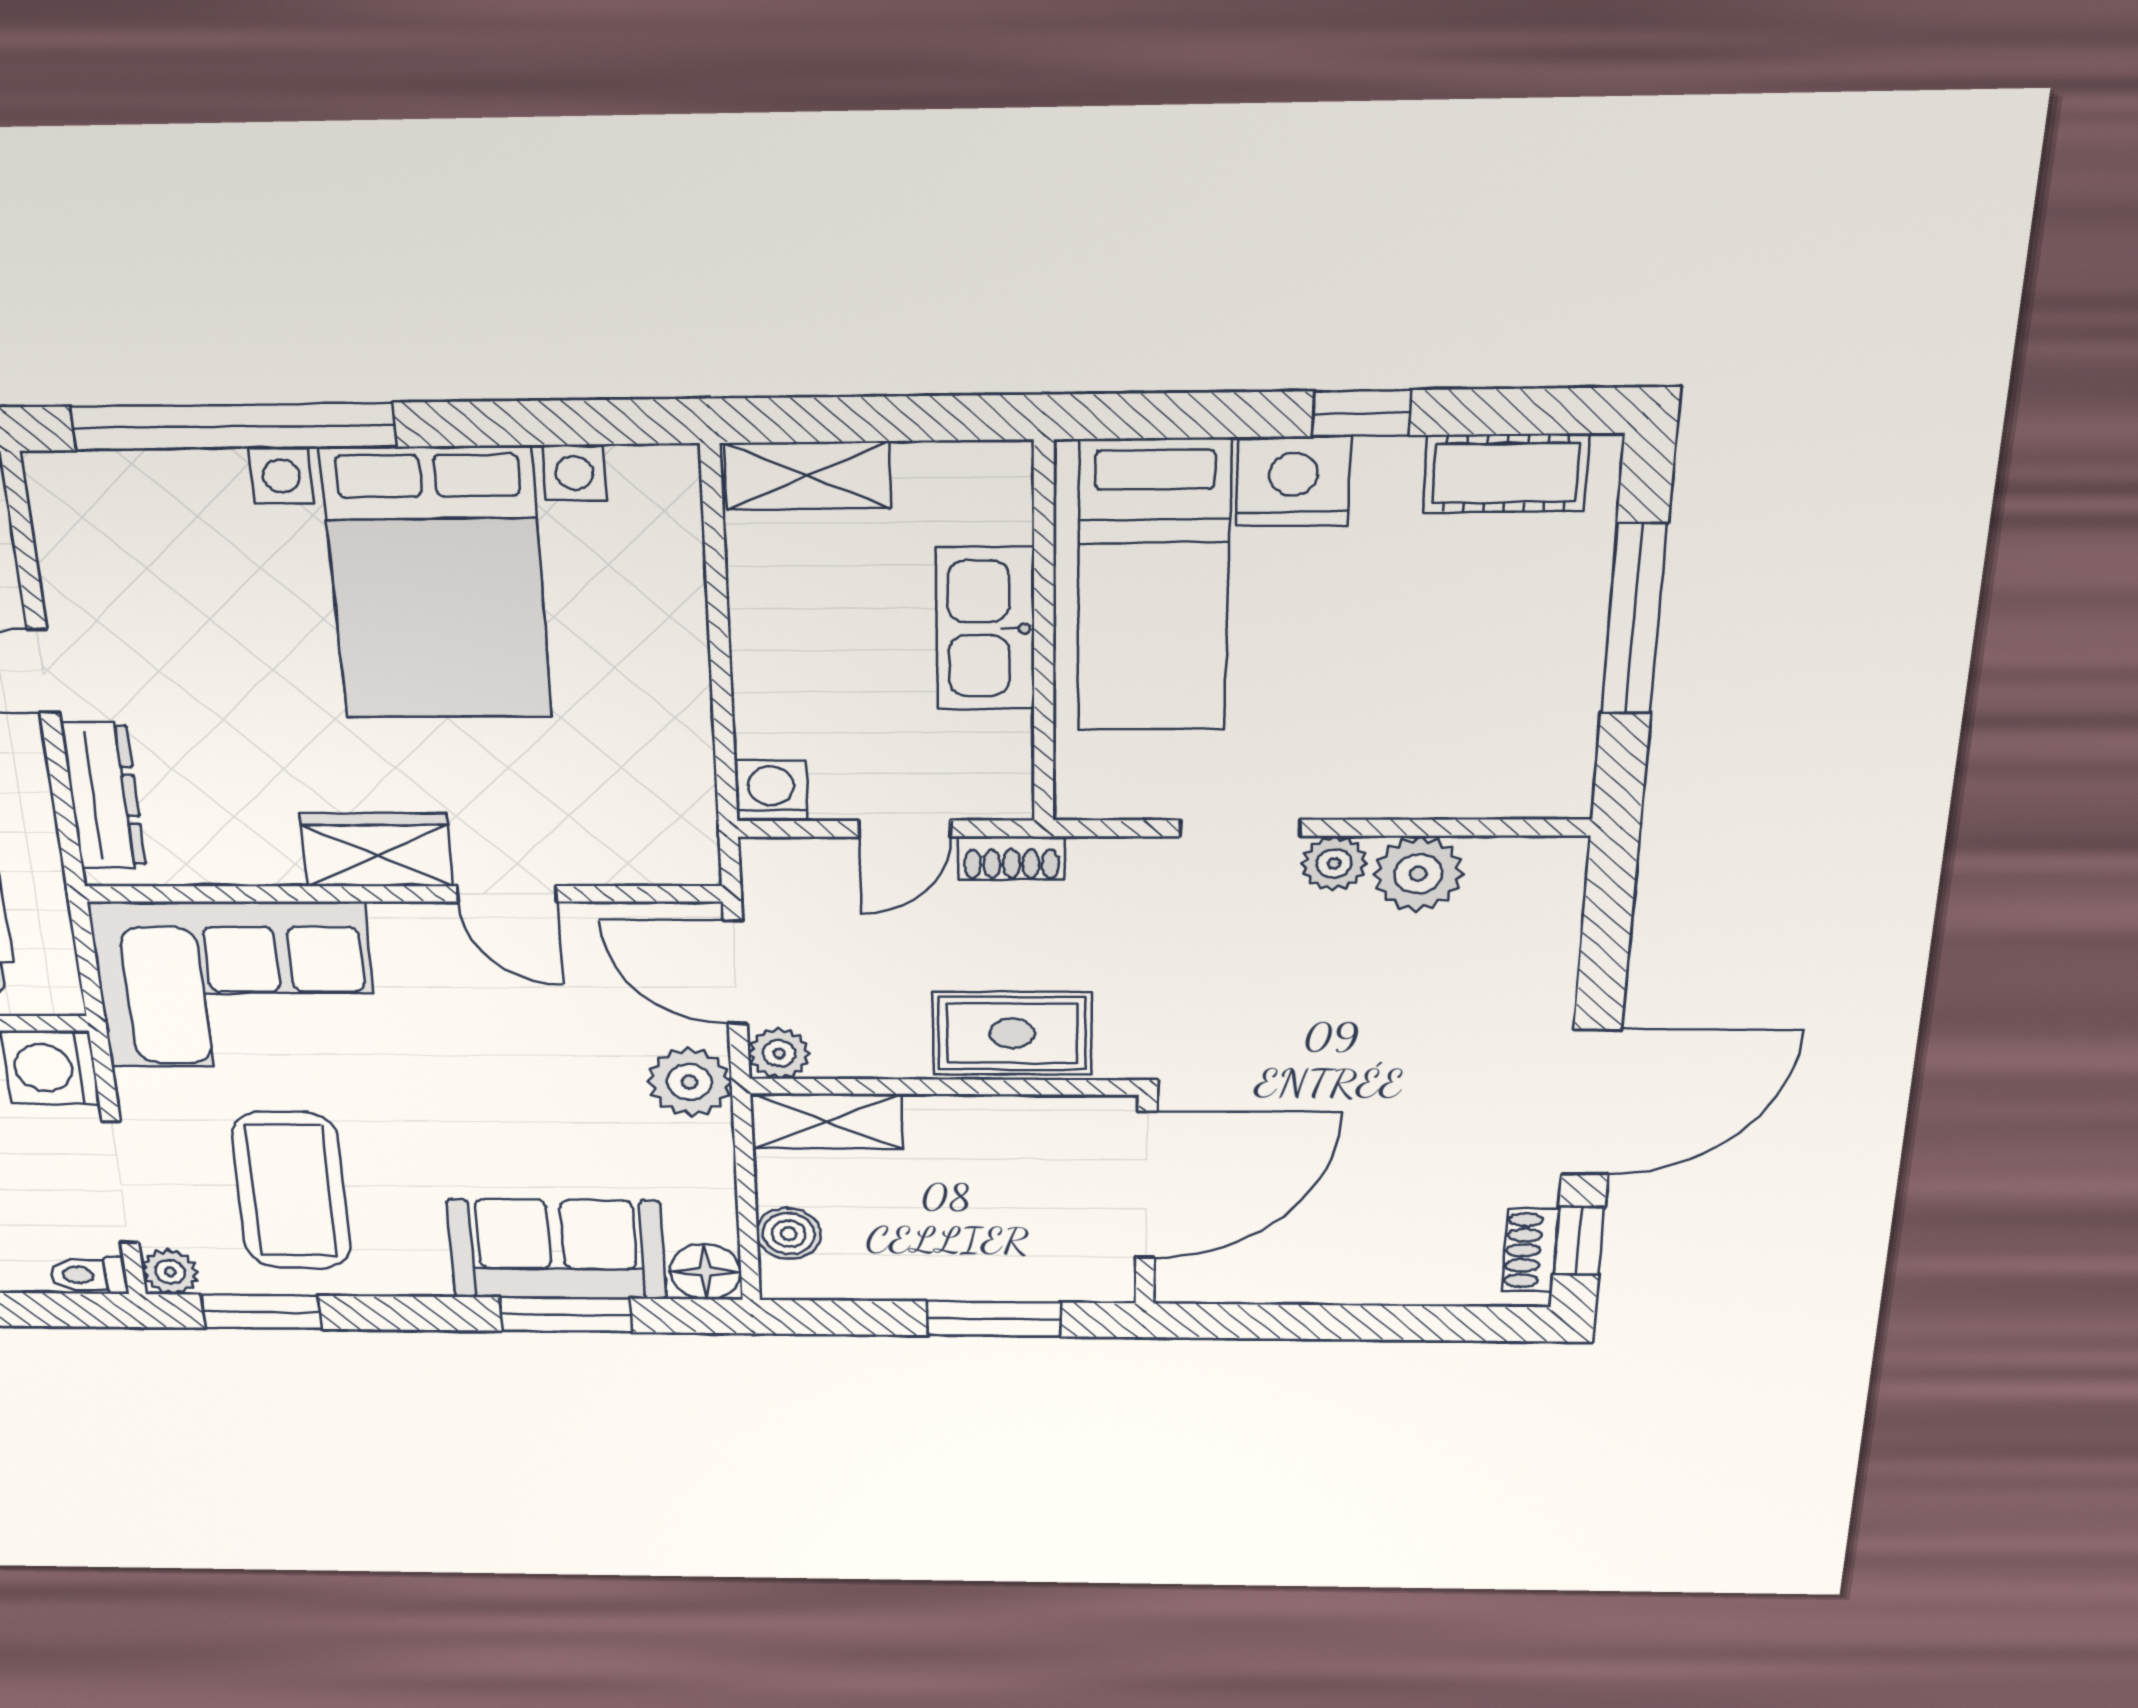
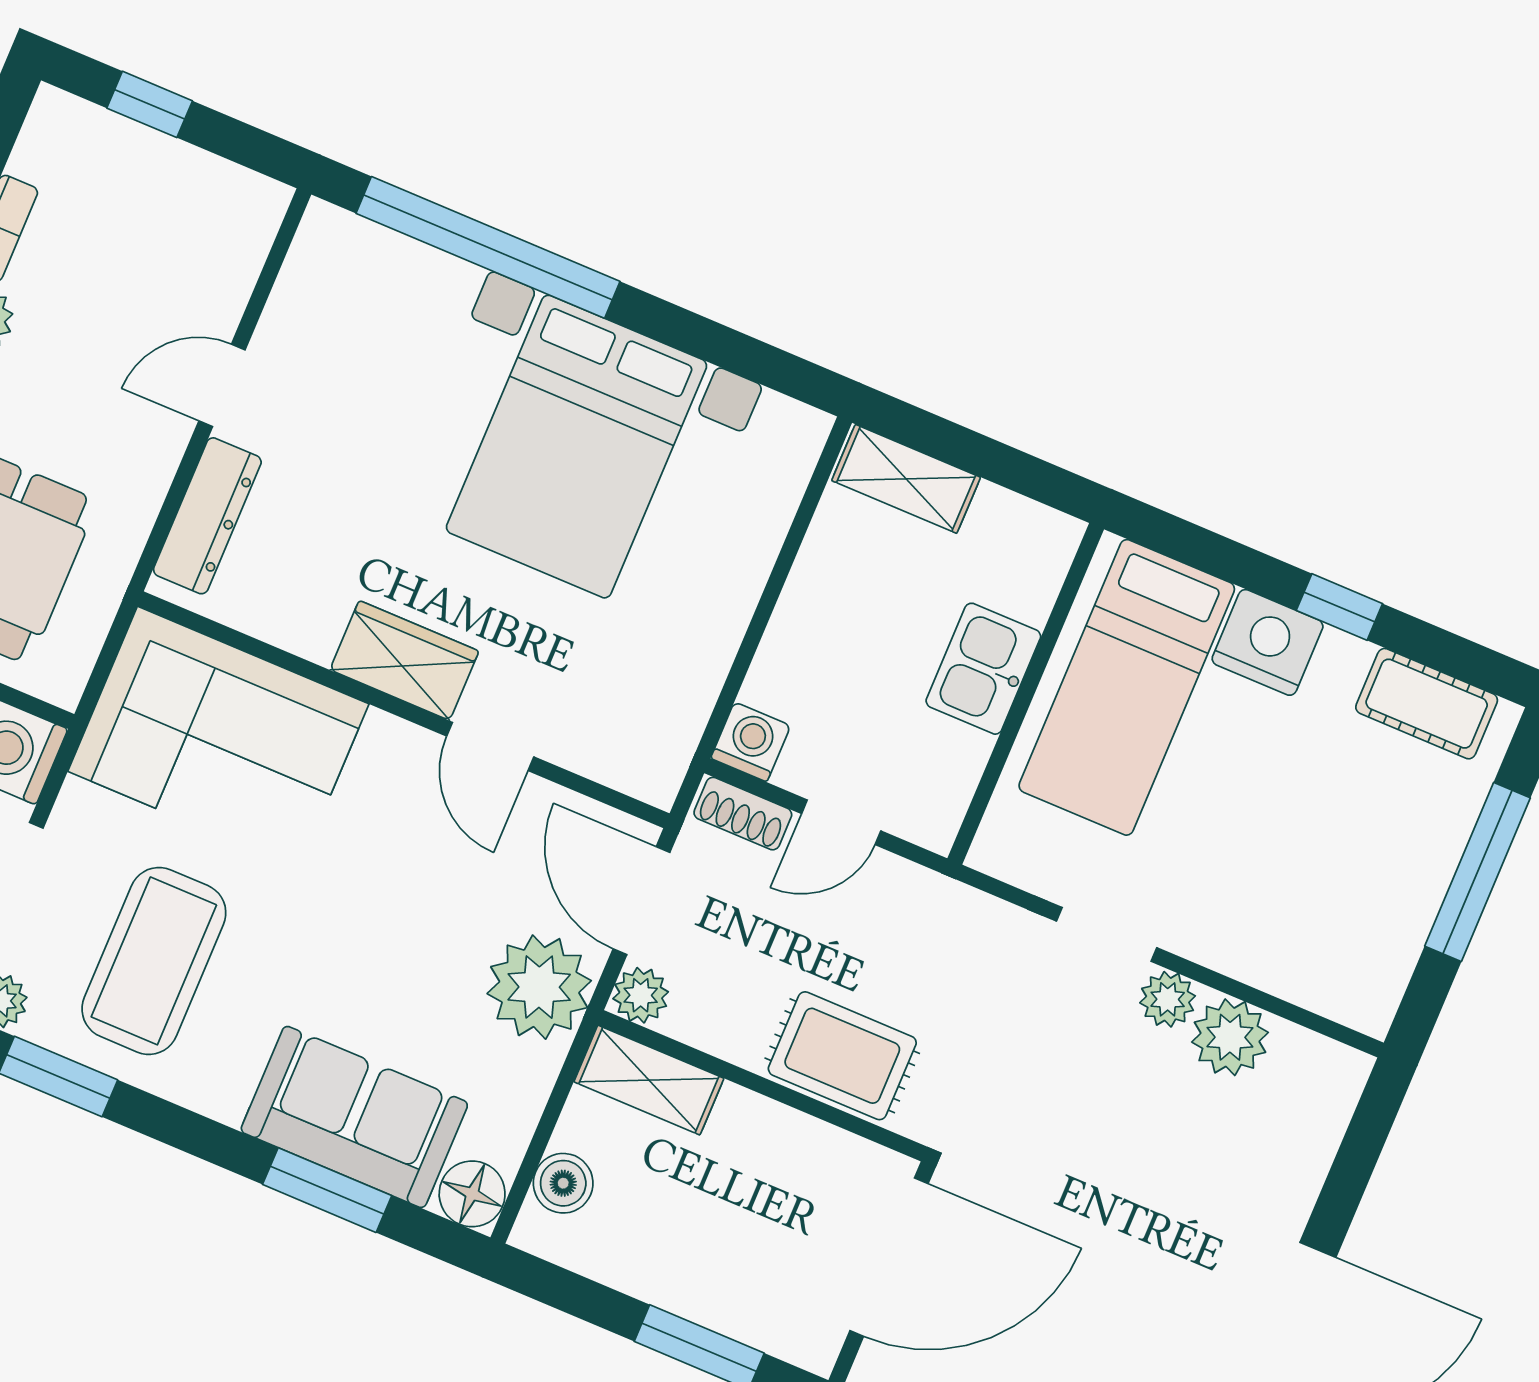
kitchen sink: (985, 629) -> (983, 669), width x0.73
shoe rack: (1011, 858) -> (743, 814), moved
plant: (689, 1082) -> (539, 987), width x1.36, depth x1.36

